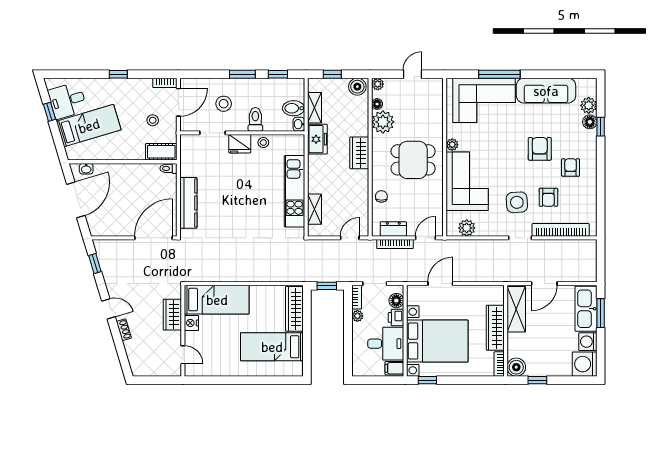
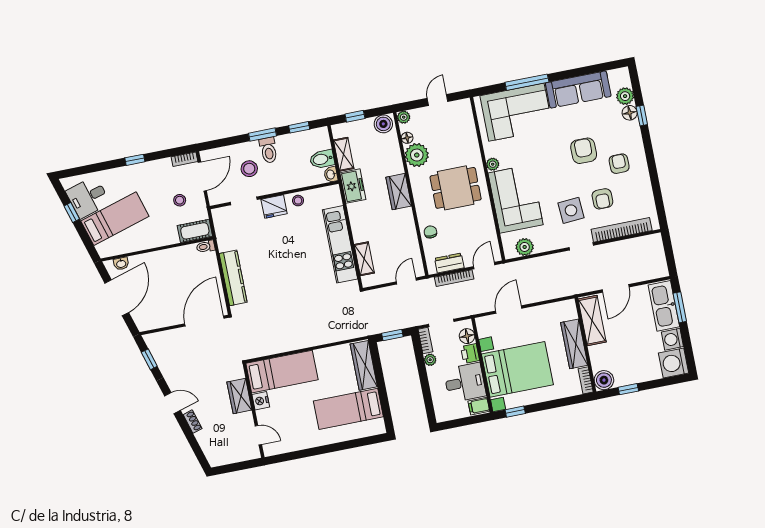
toilet: (255, 119) -> (268, 150), moved, turned 180

